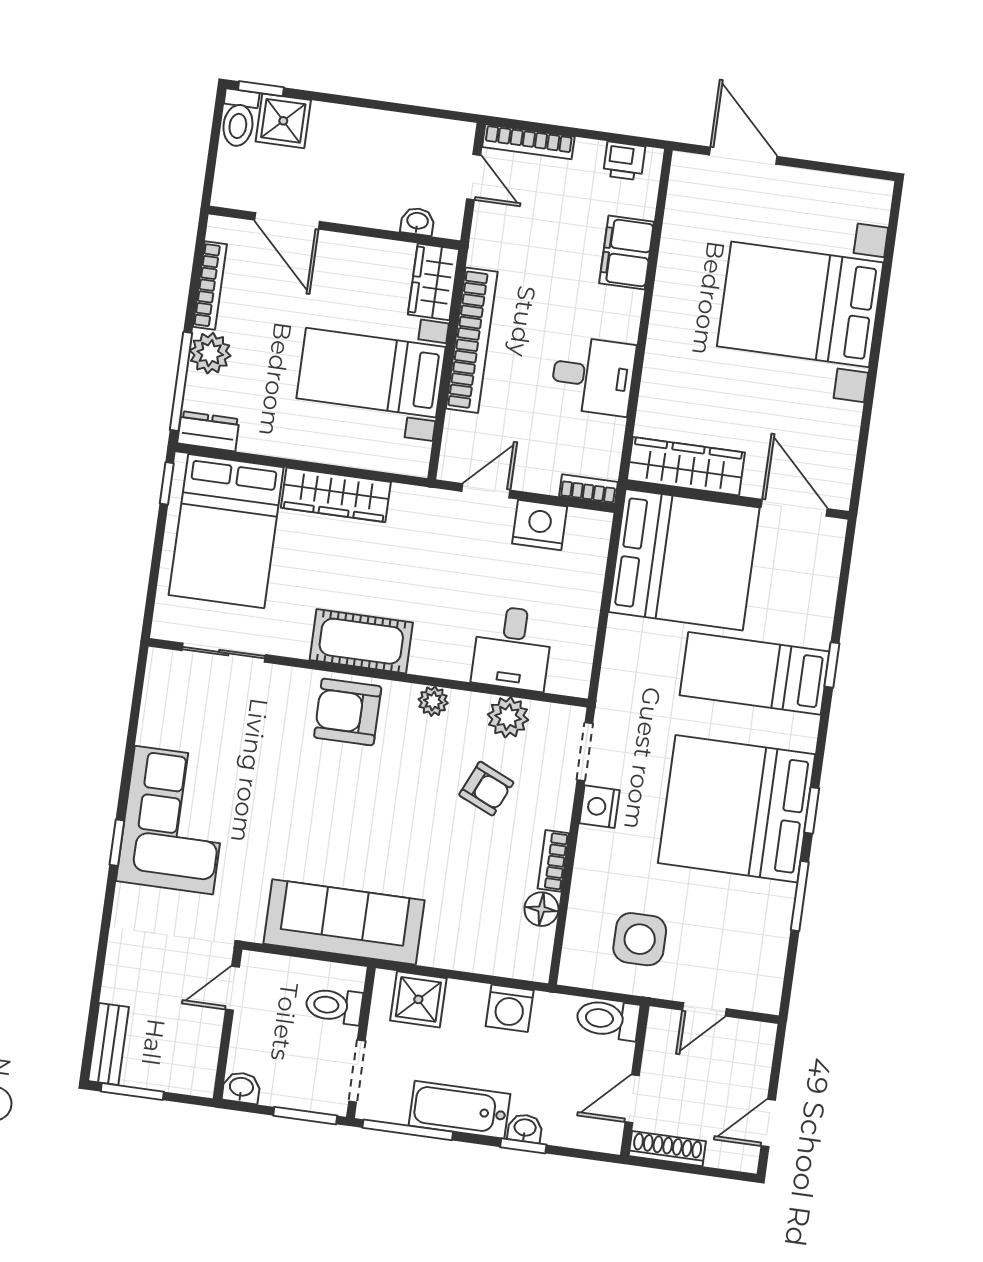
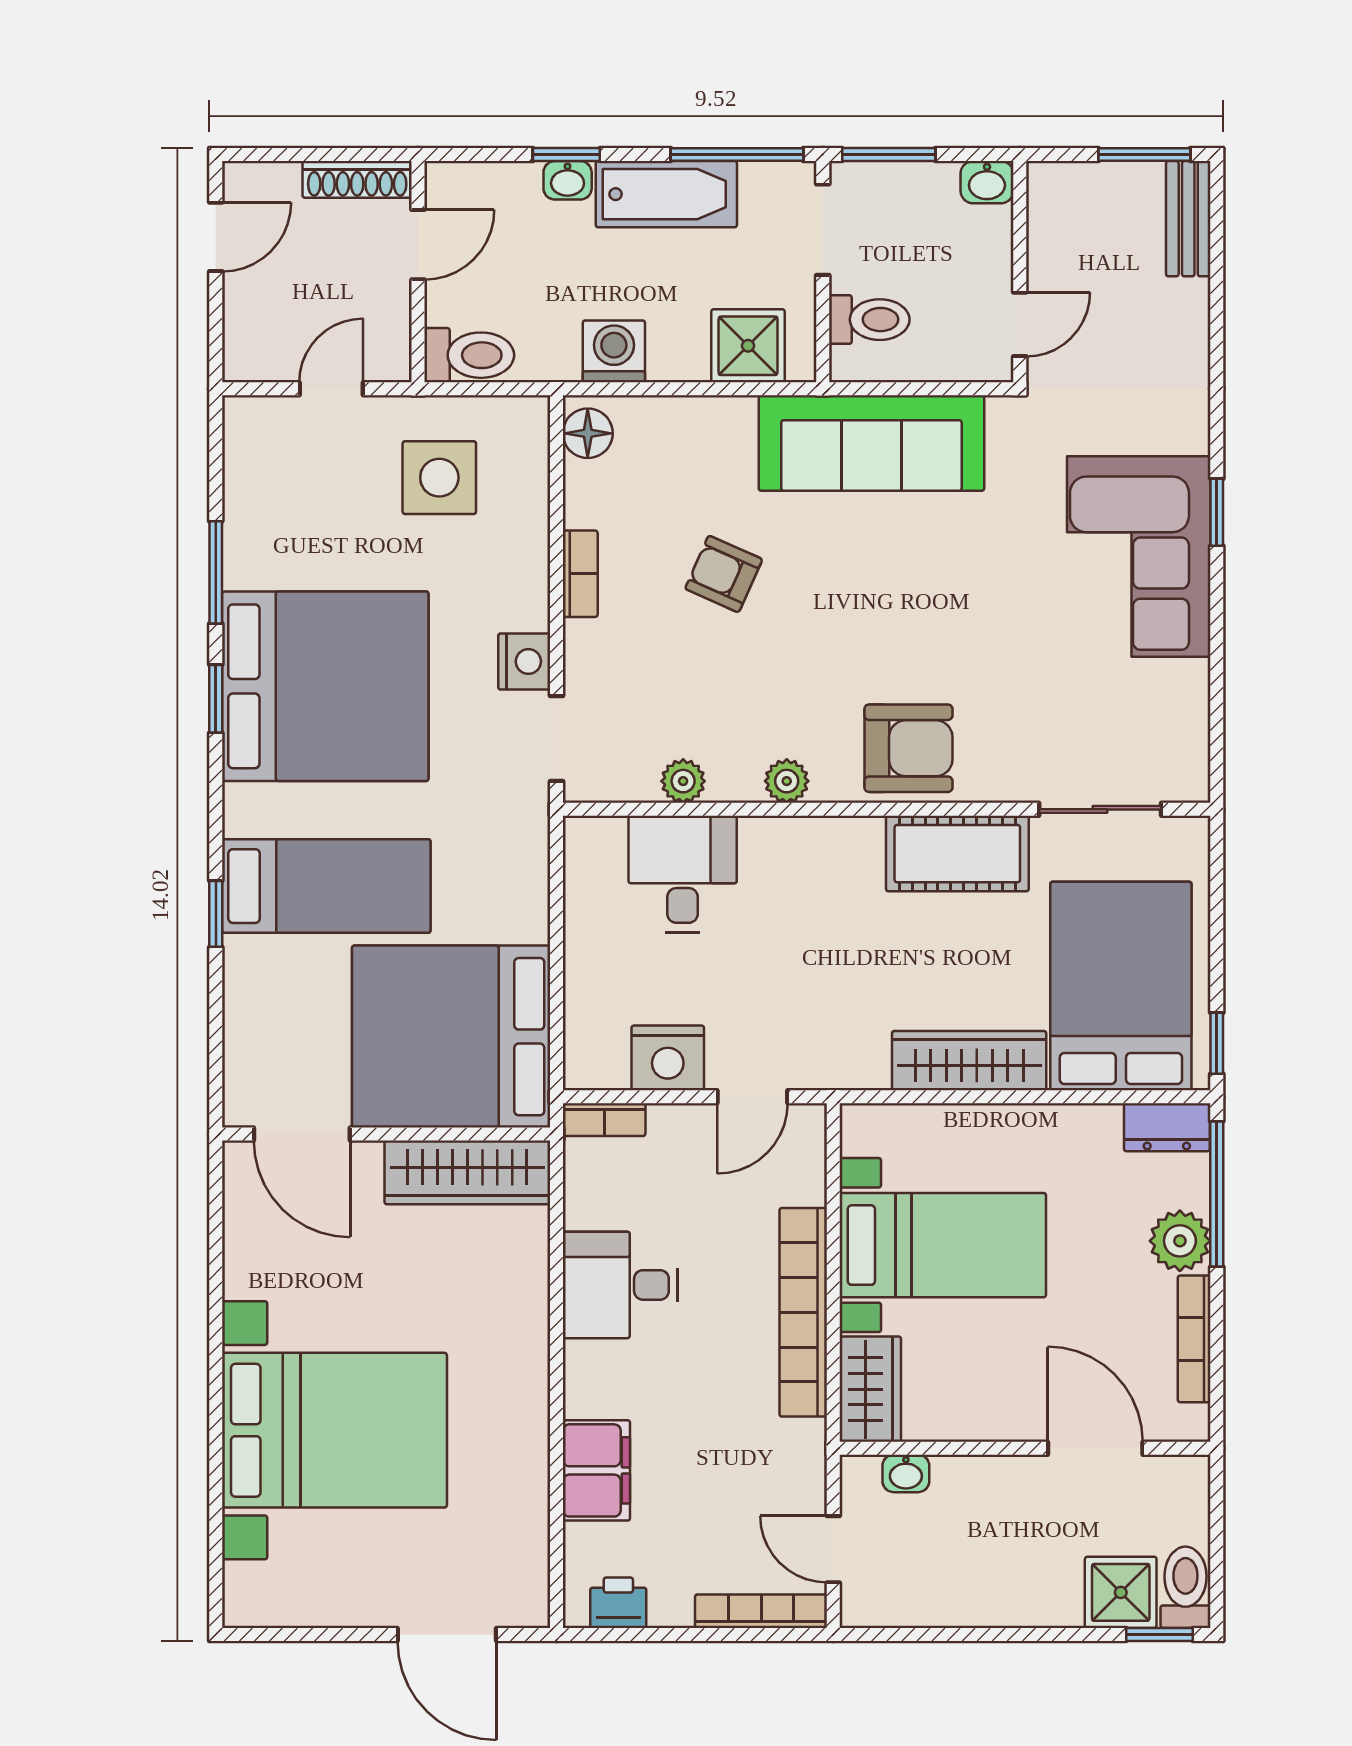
cot: (361, 641) -> (957, 854), moved
plant: (508, 717) -> (683, 781), width x0.73, depth x0.73
armchair: (486, 789) -> (724, 574), moved
floor lamp: (541, 909) -> (588, 433), moved

